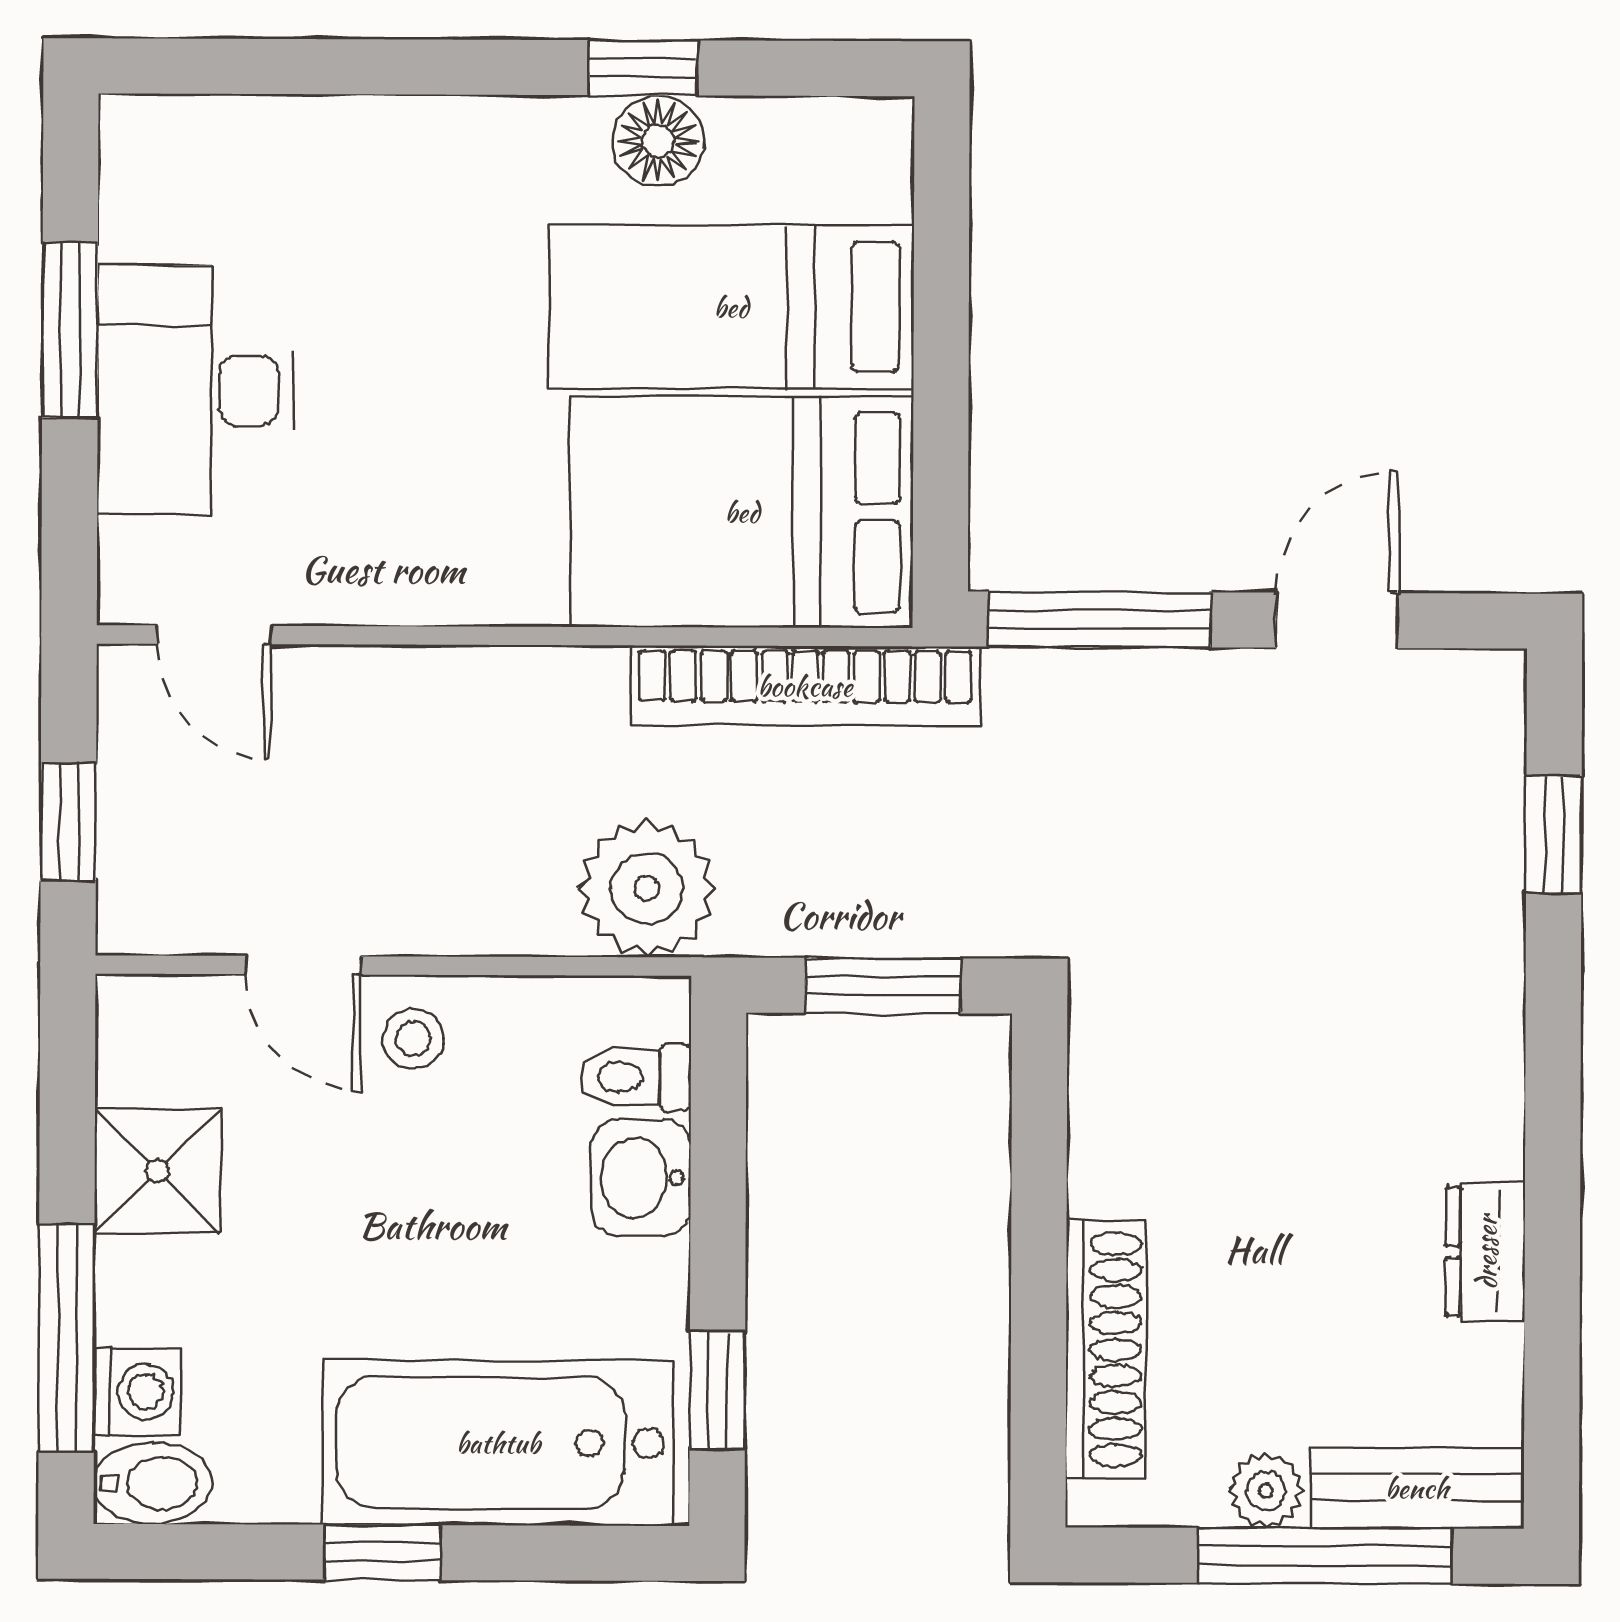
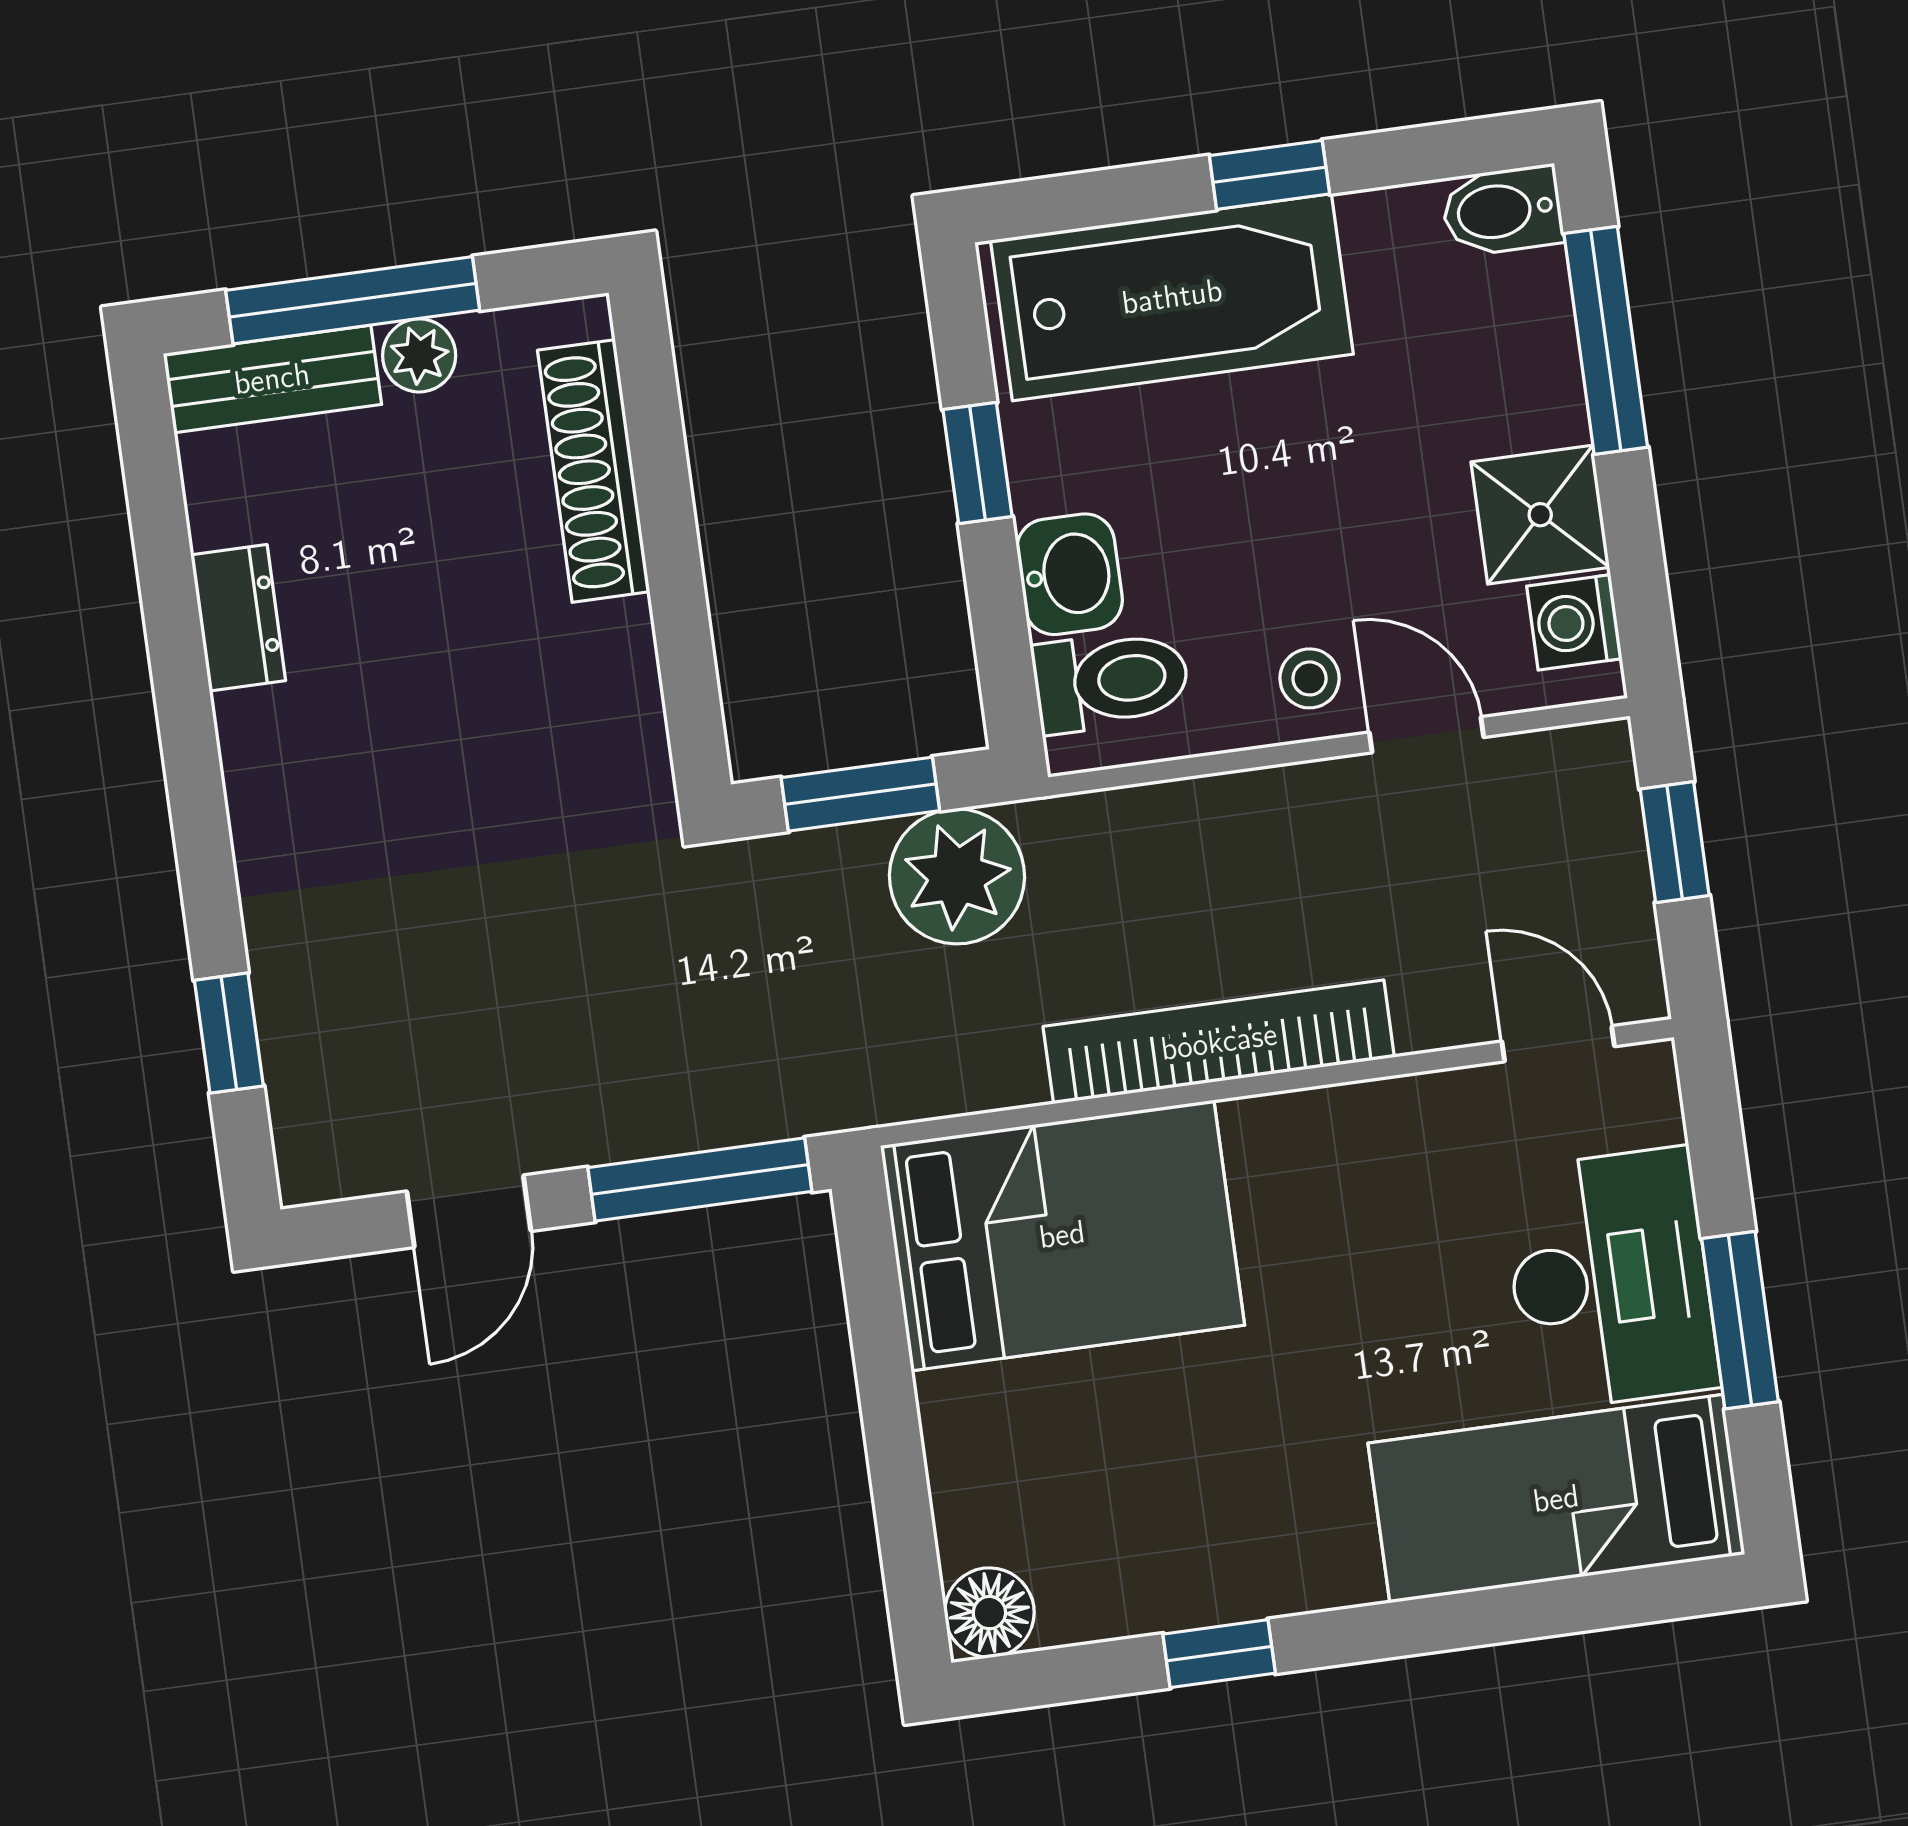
floor lamp: (658, 141) -> (989, 1613), moved
bed: (731, 307) -> (1556, 1499), moved, turned 180
bookcase: (805, 686) -> (1219, 1042), moved
plant: (647, 888) -> (957, 876), moved
toilet: (635, 1077) -> (1111, 681), width x1.37, depth x1.39
window: (717, 1390) -> (978, 463), moved
washing machine: (137, 1392) -> (1574, 622), moved

